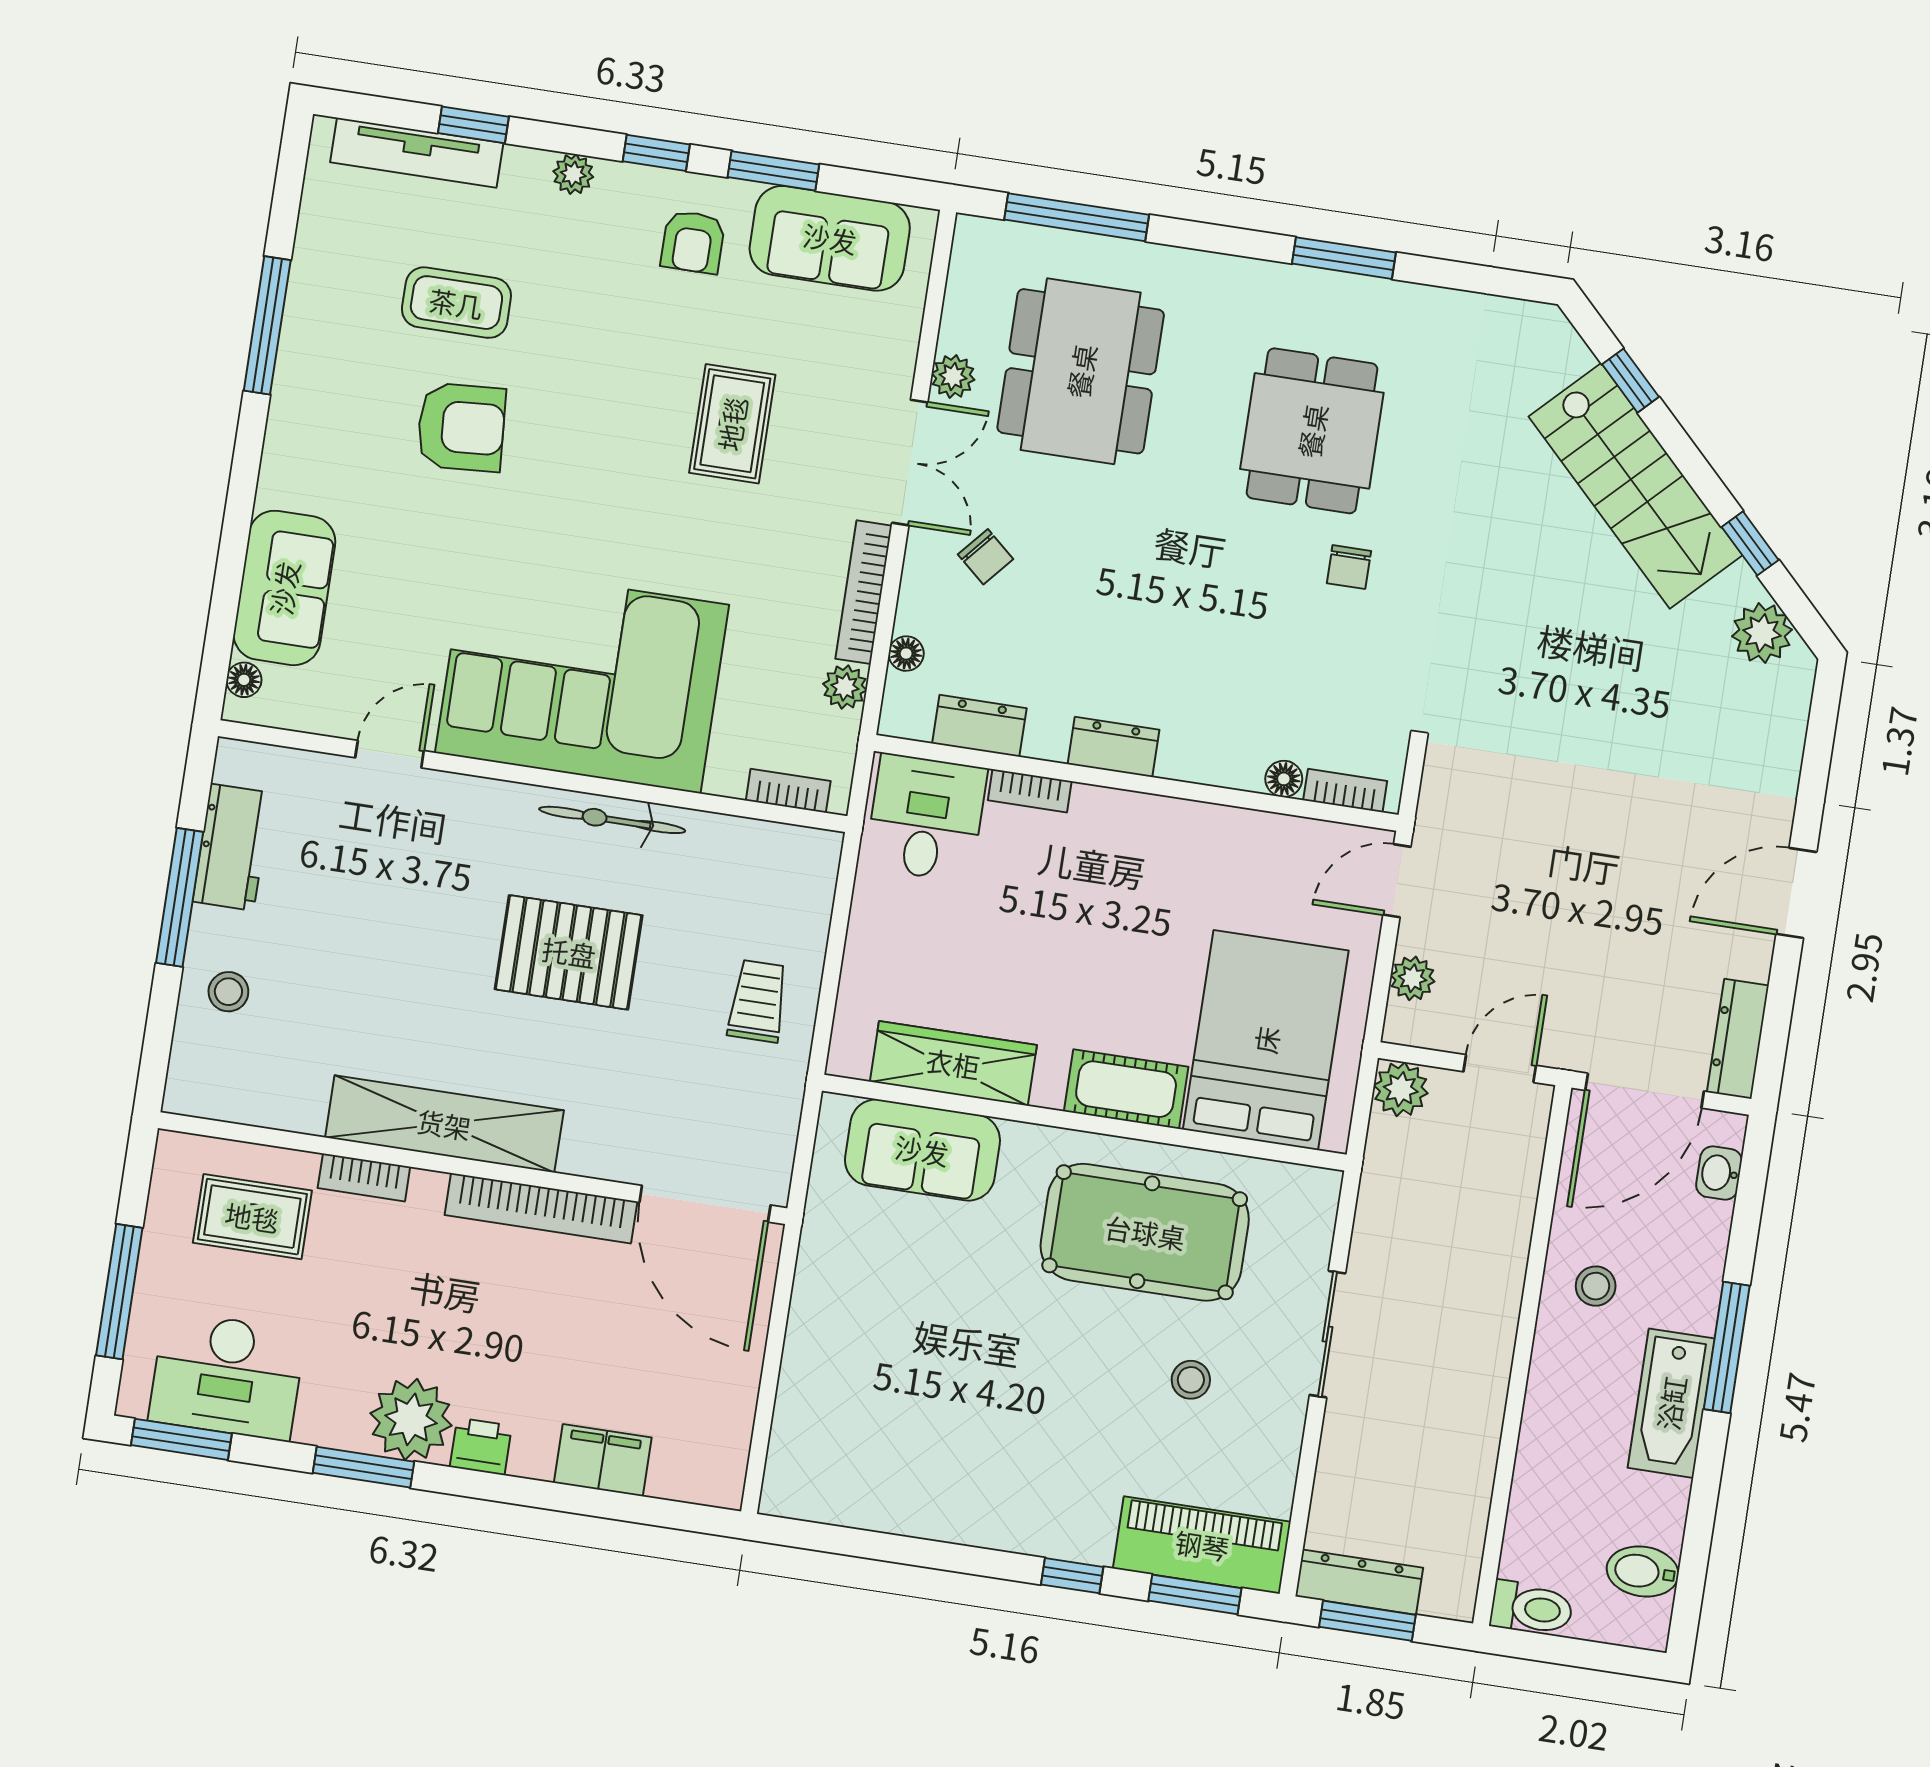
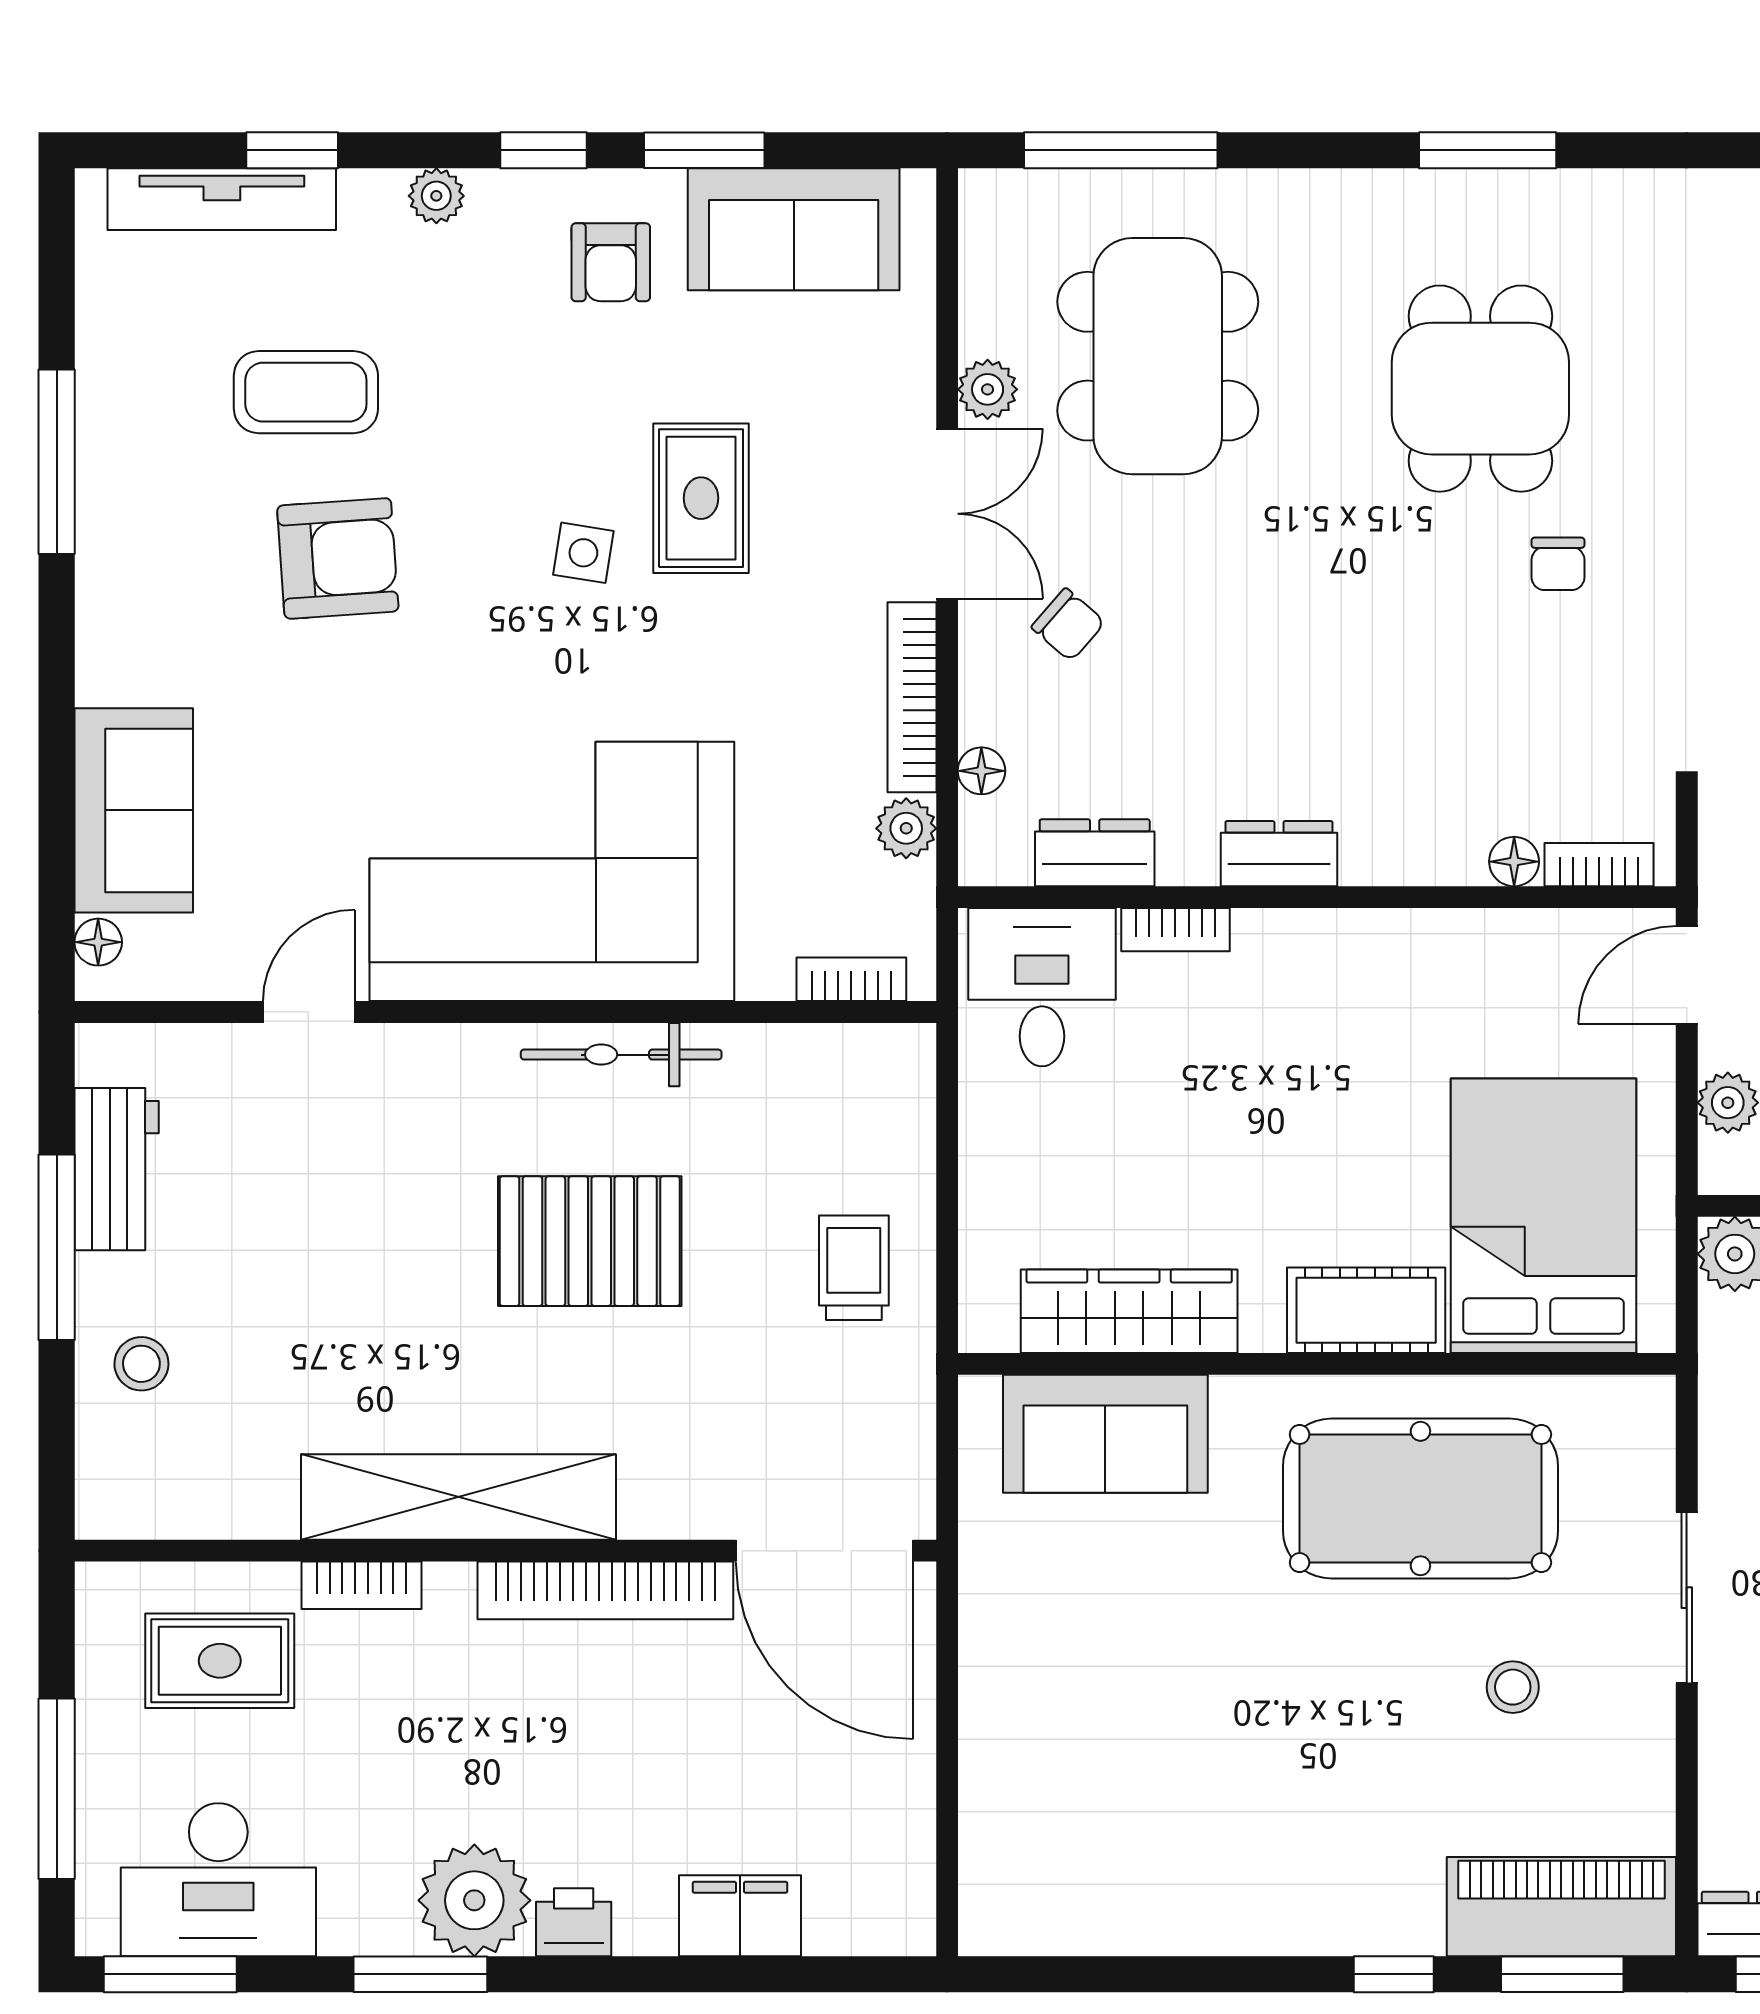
side table: (641, 450) -> (583, 553), added

